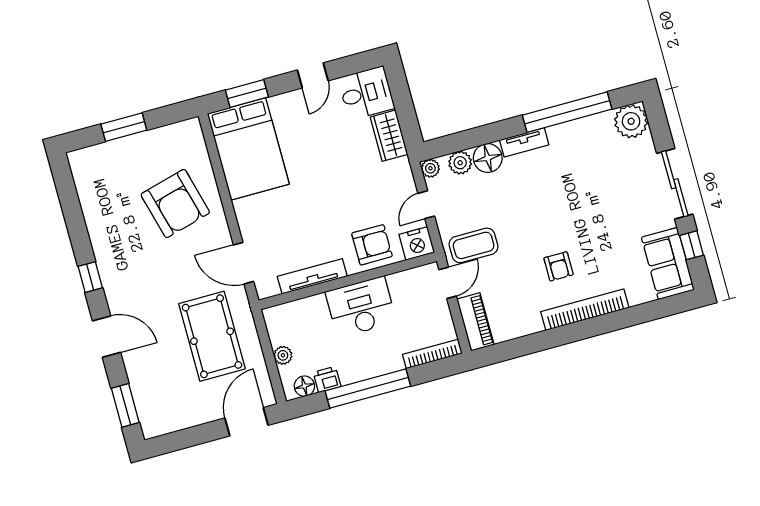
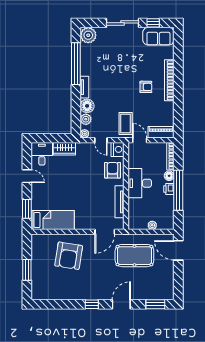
bed: (248, 149) -> (53, 220), width x0.67
armchair: (175, 203) -> (69, 256), turned 114
printer: (327, 379) -> (169, 189), moved
floor lamp: (304, 386) -> (169, 176), moved

